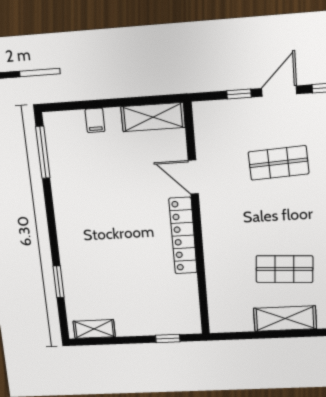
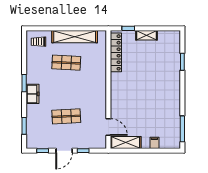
door: (193, 177) -> (108, 127), moved
locker: (183, 236) -> (116, 52), moved
shelving: (285, 319) -> (75, 37), width x1.47
shelving: (94, 329) -> (146, 35), moved

